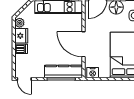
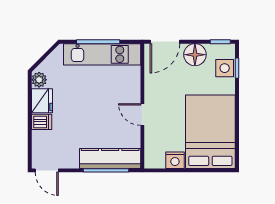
door: (84, 44) -> (142, 114), width x0.53
nightstand: (93, 73) -> (175, 160), moved

